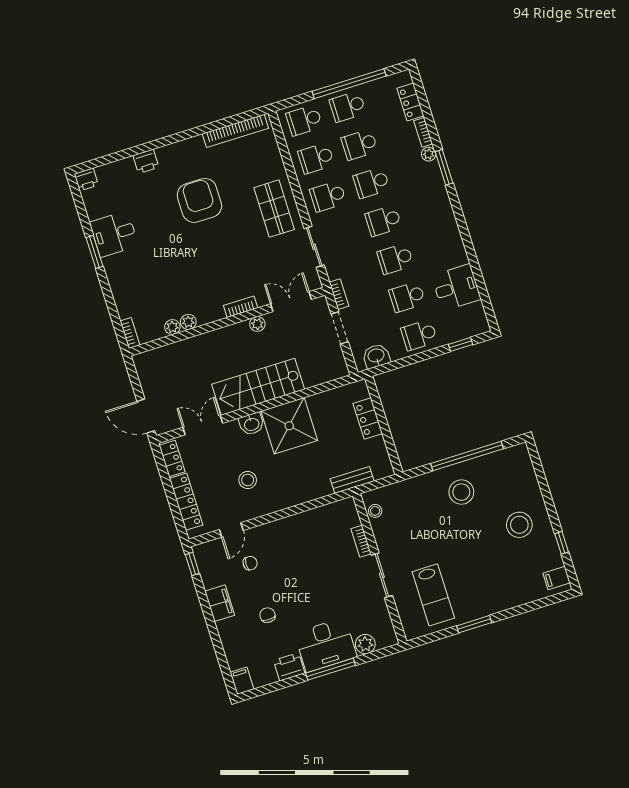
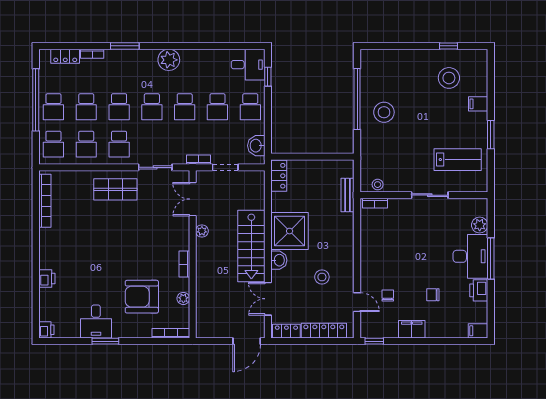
plant: (429, 154) -> (169, 60), moved, width x1.88, depth x1.88
armchair: (199, 200) -> (142, 297), moved
desk: (456, 287) -> (248, 65), moved, turned 90
bookcase: (241, 307) -> (184, 264), moved
plant: (188, 322) -> (183, 285), removed
bookcase: (130, 333) -> (171, 333), width x1.56
locker: (368, 418) -> (279, 176), moved, turned -90
stool: (519, 525) -> (449, 78), moved
bookcase: (361, 541) -> (375, 203), moved
filing cabinet: (557, 578) -> (478, 104), moved, turned 90

